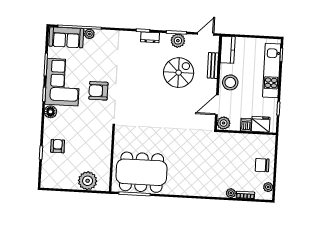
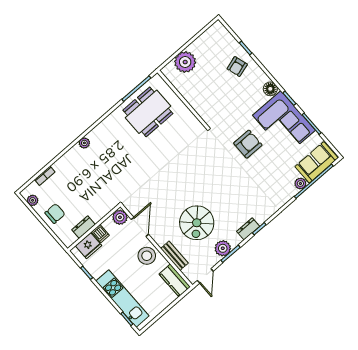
dresser: (253, 139) -> (83, 227), added
armchair: (58, 146) -> (237, 67), turned 73
dining table: (141, 172) -> (148, 112), width x0.73, depth x0.80
plant: (231, 193) -> (84, 143), moved

